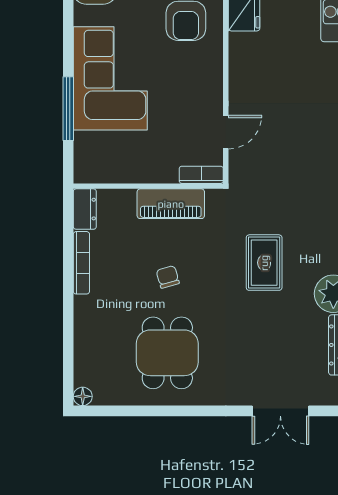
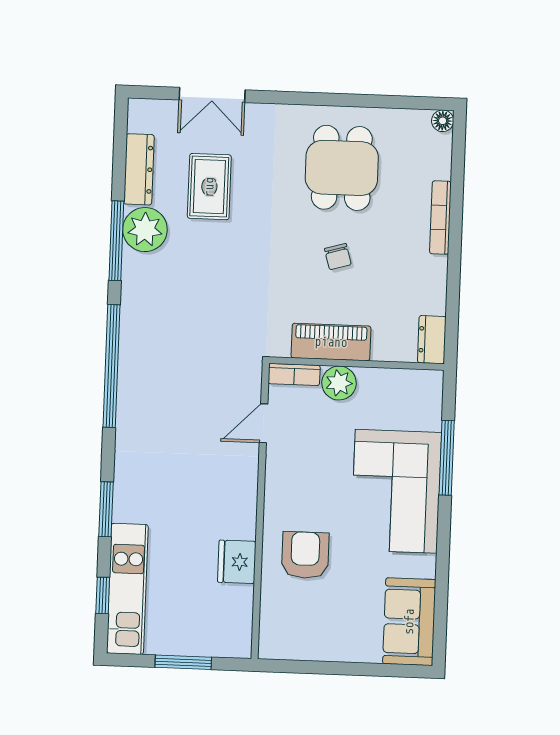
plant: (163, 169) -> (339, 383), added
bookcase: (81, 263) -> (440, 218), moved
rug: (264, 263) -> (209, 187), moved
double door: (280, 411) -> (212, 95), swing flipped

